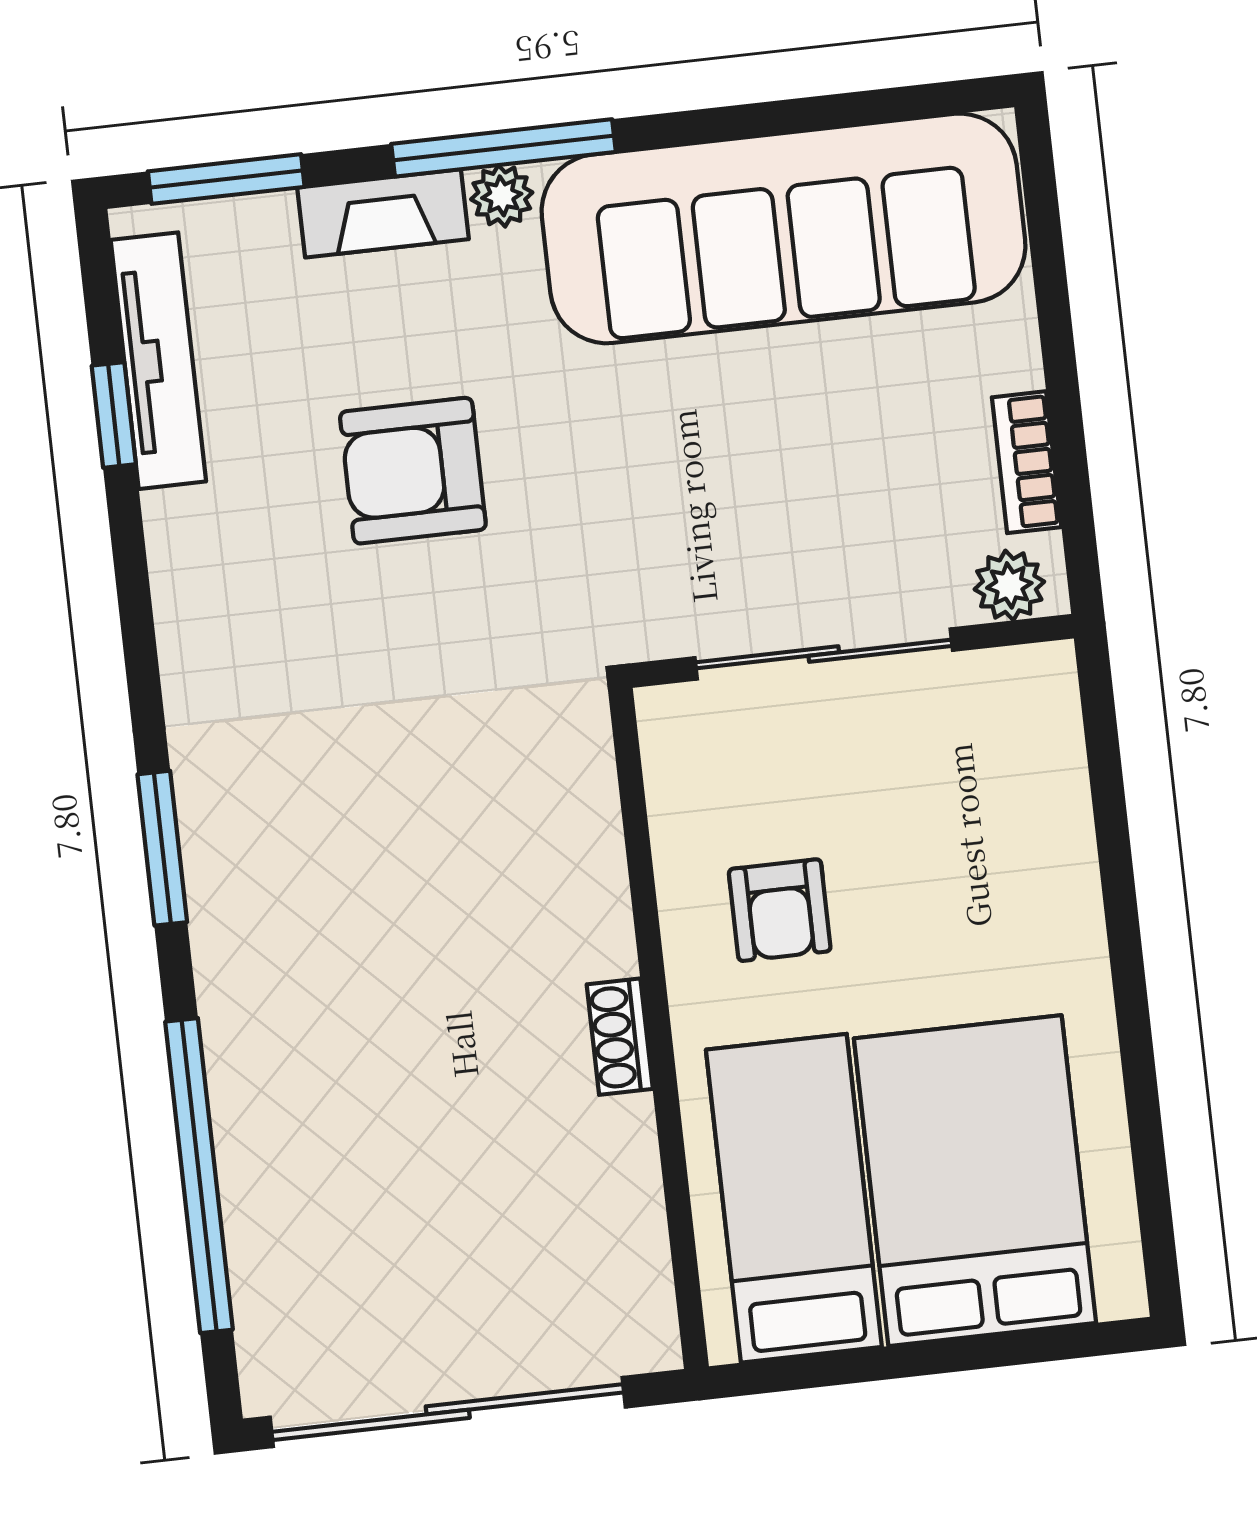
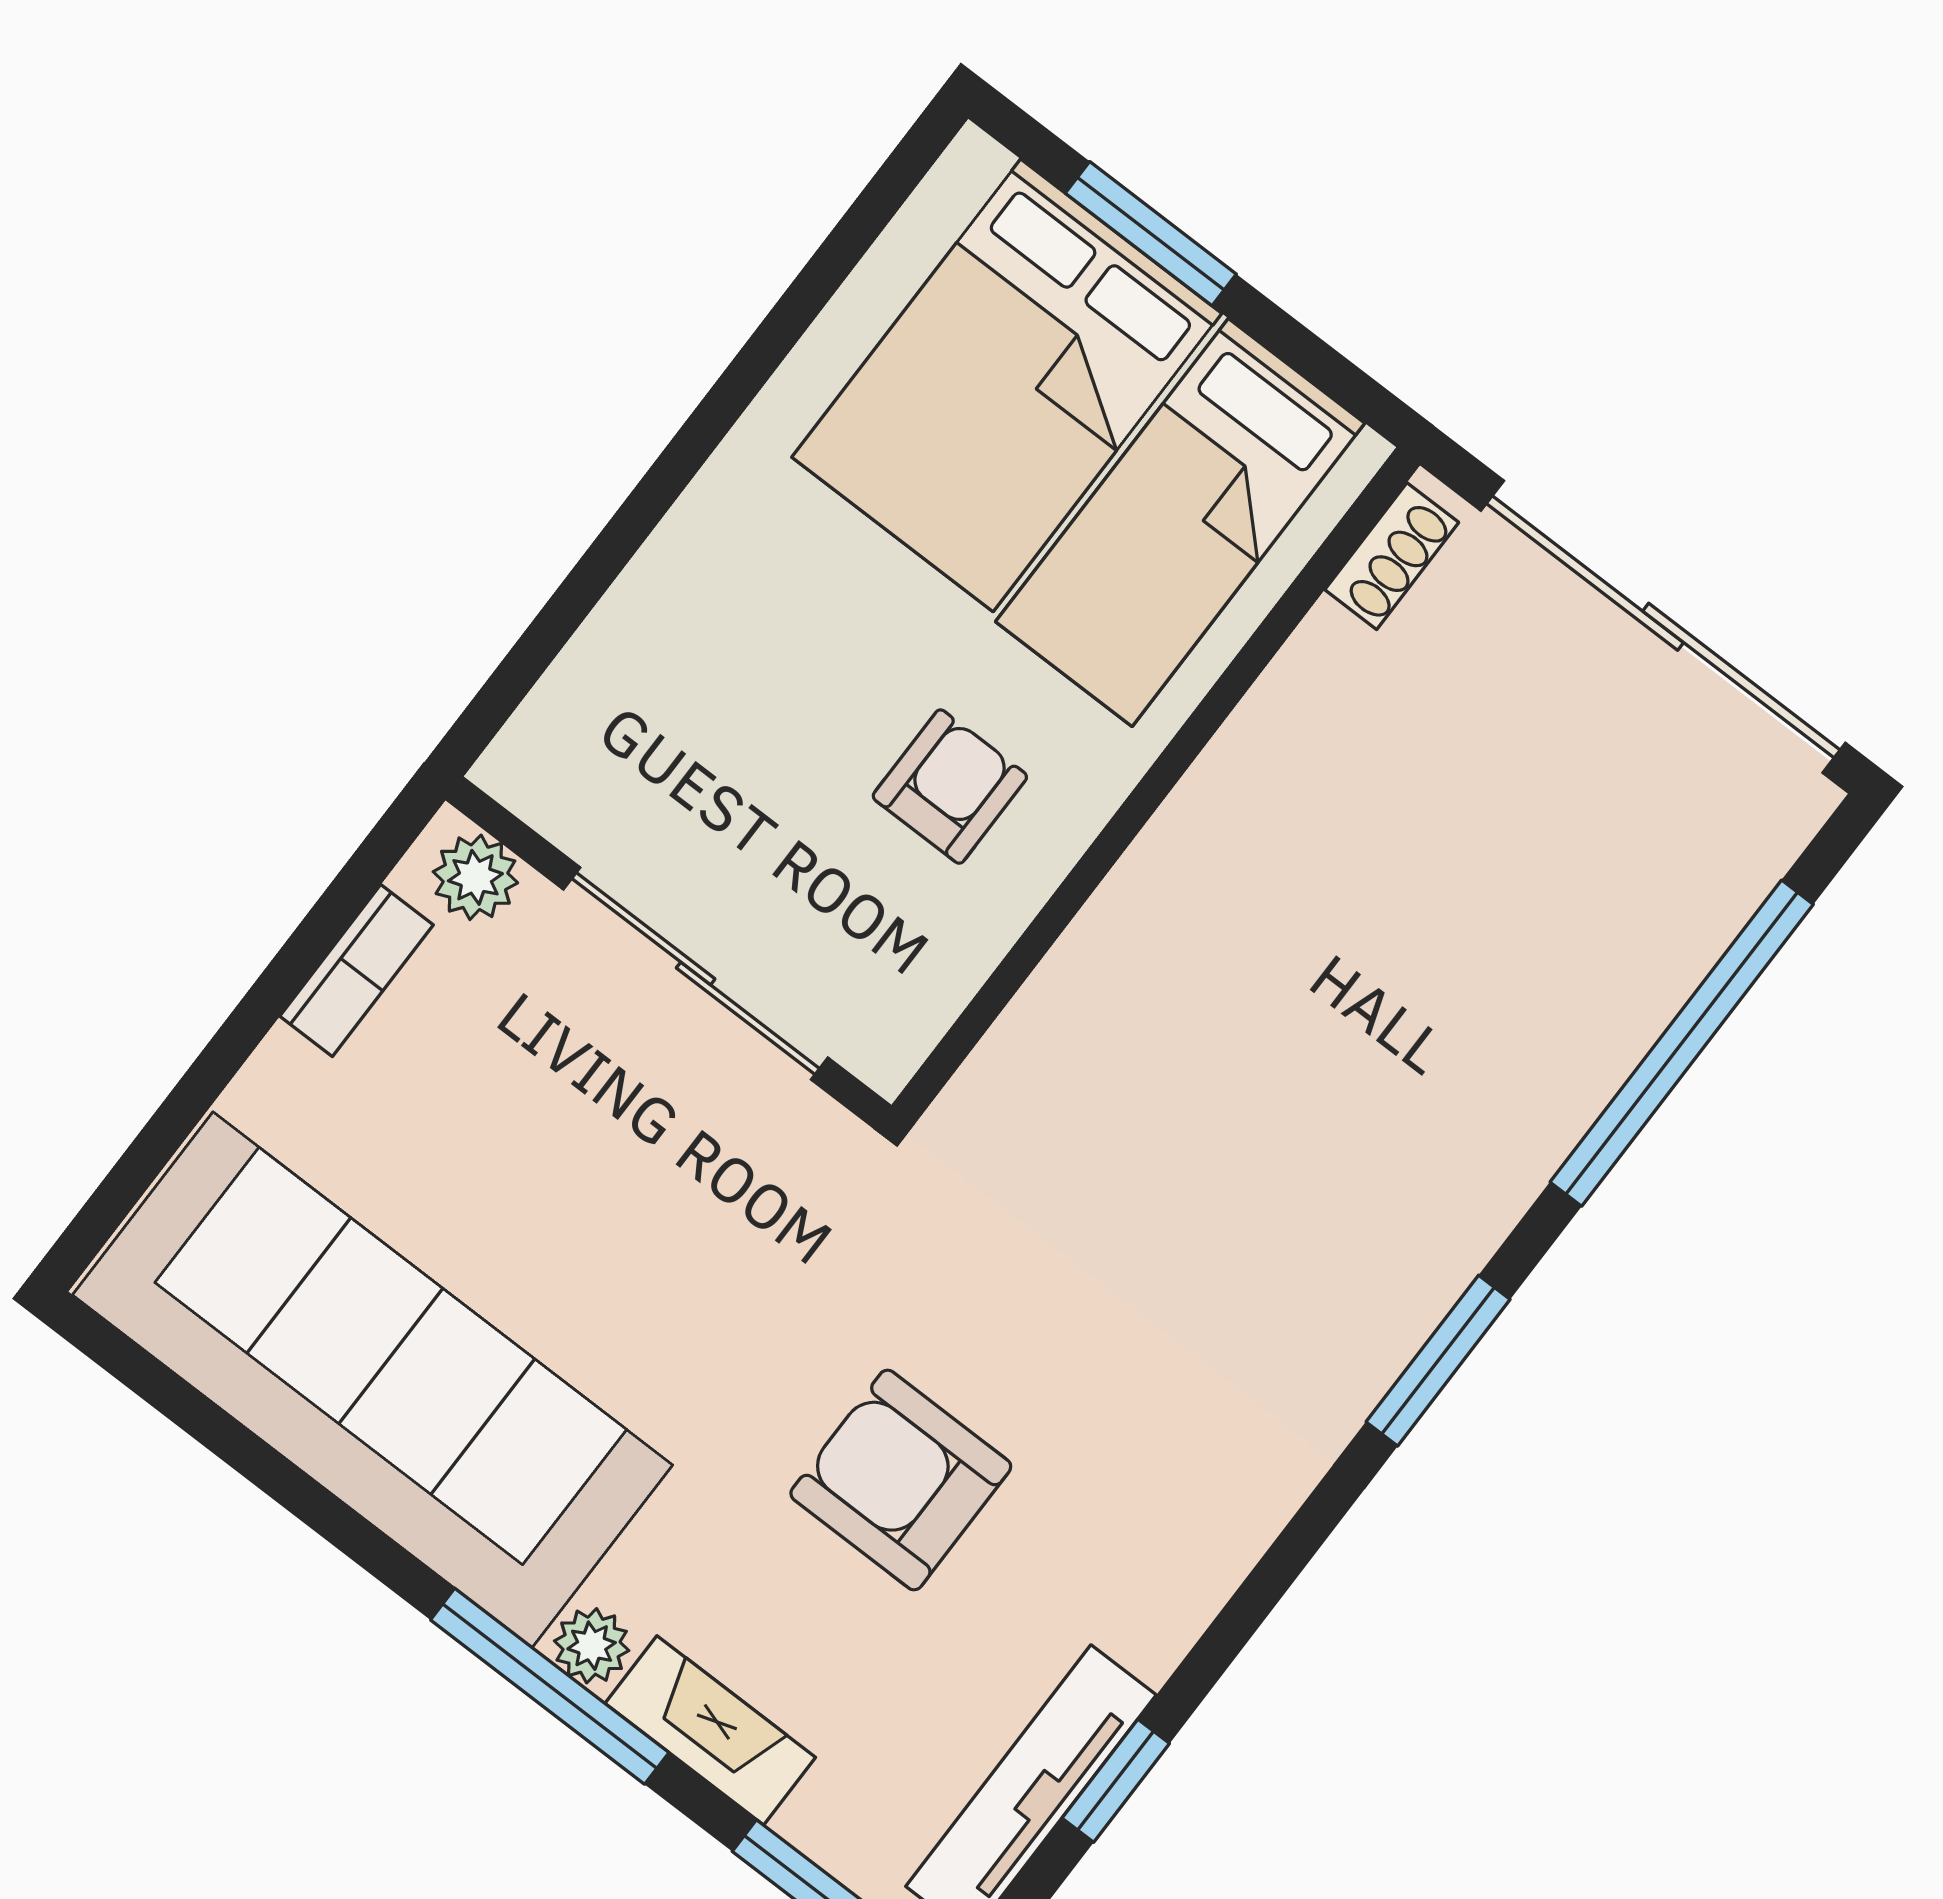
armchair: (413, 471) -> (901, 1480), turned 180
shoe rack: (620, 1037) -> (1392, 556), moved
window: (976, 1353) -> (1151, 234), added

